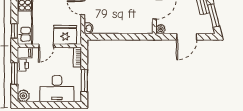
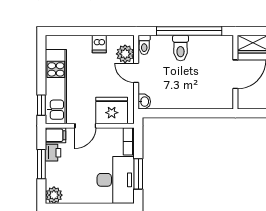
plant: (161, 29) -> (244, 103), removed
desk: (57, 89) -> (116, 180), moved, turned -90

